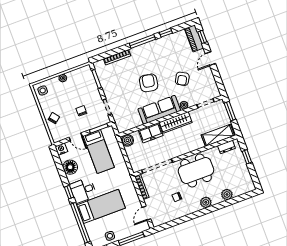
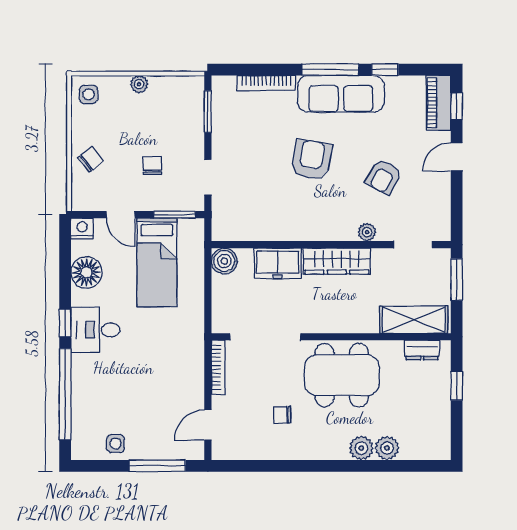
sofa: (159, 110) -> (341, 94), moved, turned 180
plant: (206, 202) -> (361, 448), moved
bed: (101, 206) -> (120, 376), removed

